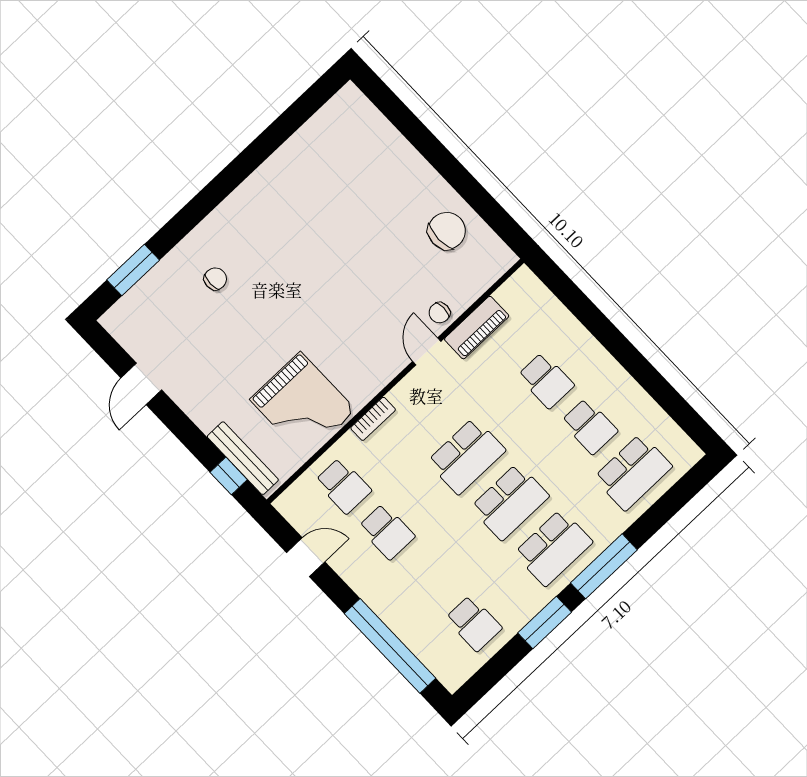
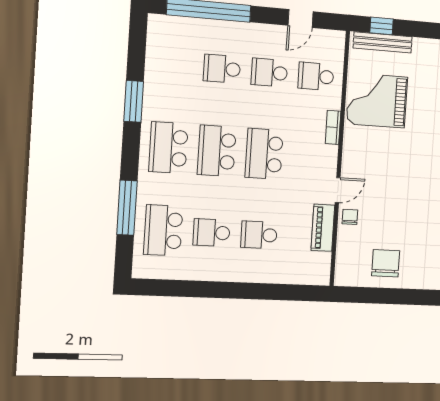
chair: (447, 231) -> (386, 263), turned 180
door: (427, 351) -> (338, 190), hinge flipped
window: (604, 566) -> (127, 208), moved
school desk: (474, 623) -> (222, 69), moved

